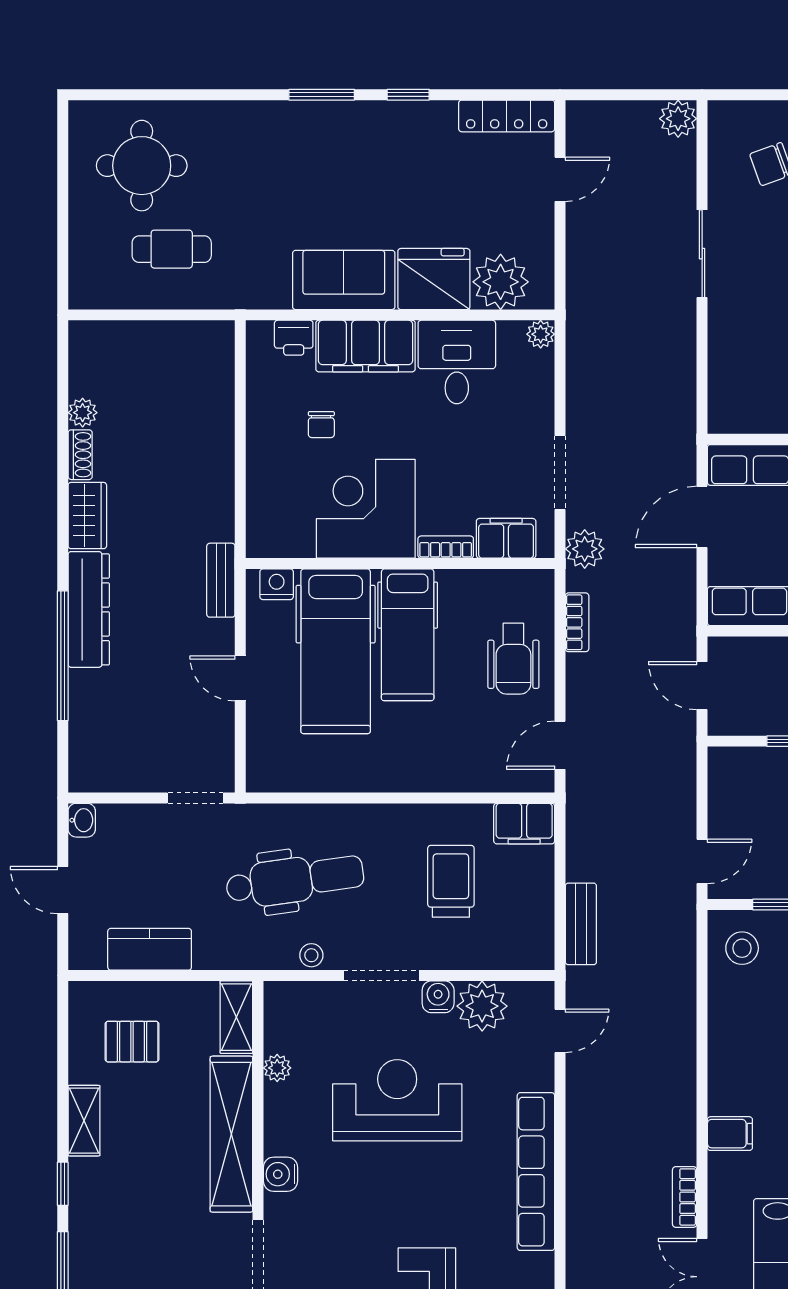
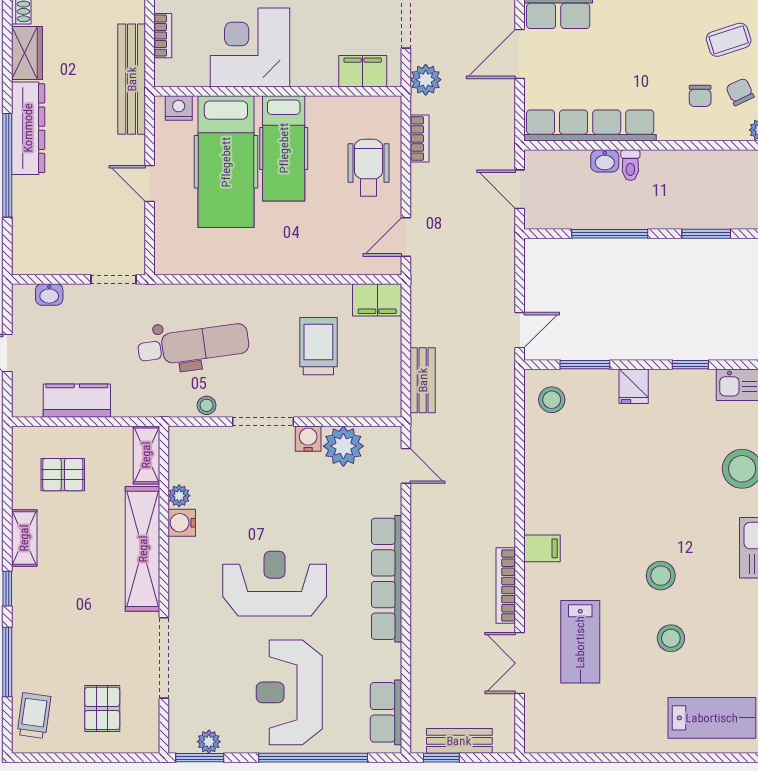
bookcase: (446, 547) -> (163, 36), moved, turned 90
bench: (221, 580) -> (132, 79), width x1.86, depth x1.21
wheelchair: (513, 659) -> (368, 168), turned 180
washbasin: (82, 820) -> (49, 295), moved, turned 90
door: (560, 1031) -> (406, 466), hinge flipped
reception desk: (397, 1100) -> (275, 584), moved
water cooler: (280, 1174) -> (182, 523), moved
bookcase: (685, 1197) -> (506, 585), width x1.56

